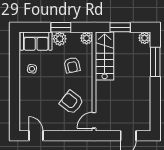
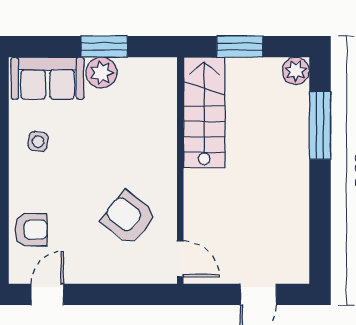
plant: (87, 38) -> (163, 71), removed
armchair: (72, 65) -> (31, 230), moved, turned -79
door: (94, 120) -> (180, 259), swing flipped
door: (36, 136) -> (47, 294), hinge flipped

